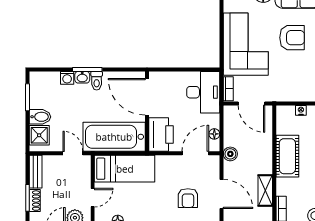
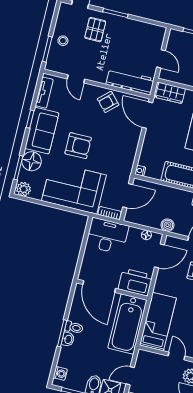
armchair: (292, 38) -> (78, 146), turned 90
washing machine: (67, 78) -> (60, 373), moved
door: (147, 97) -> (99, 286), hinge flipped
nightstand: (301, 110) -> (140, 171), moved
door: (73, 153) -> (130, 376), moved
door: (195, 153) -> (159, 256), swing flipped

